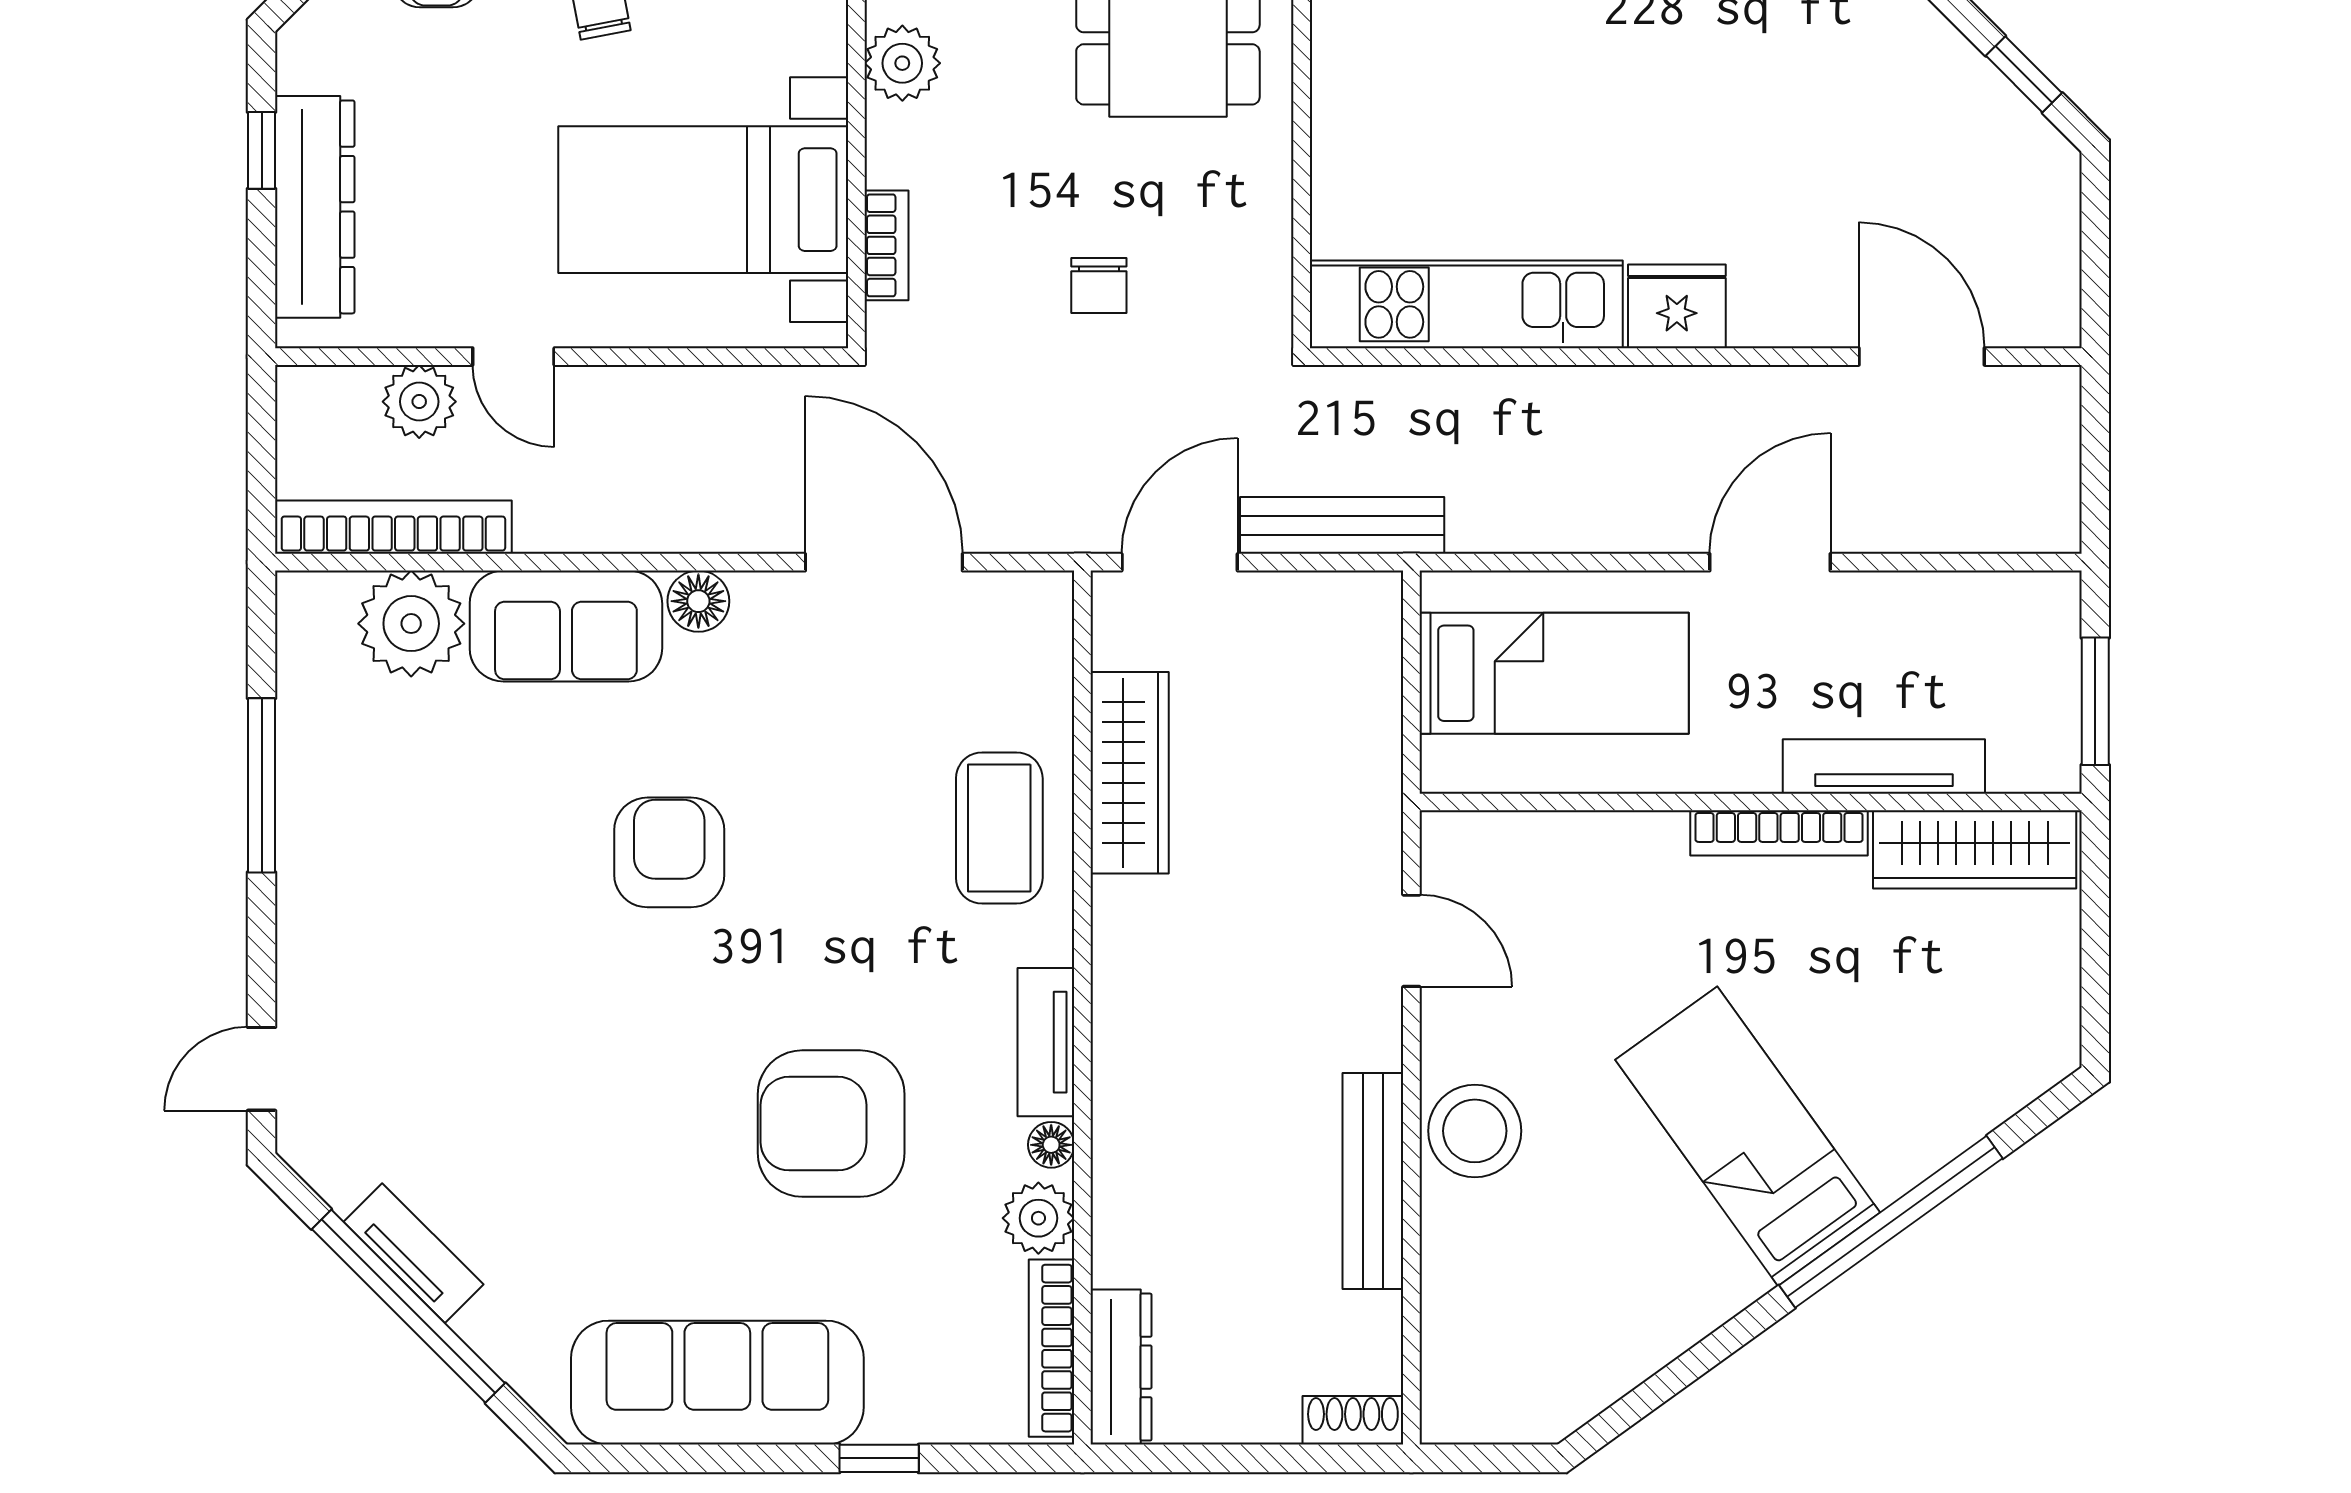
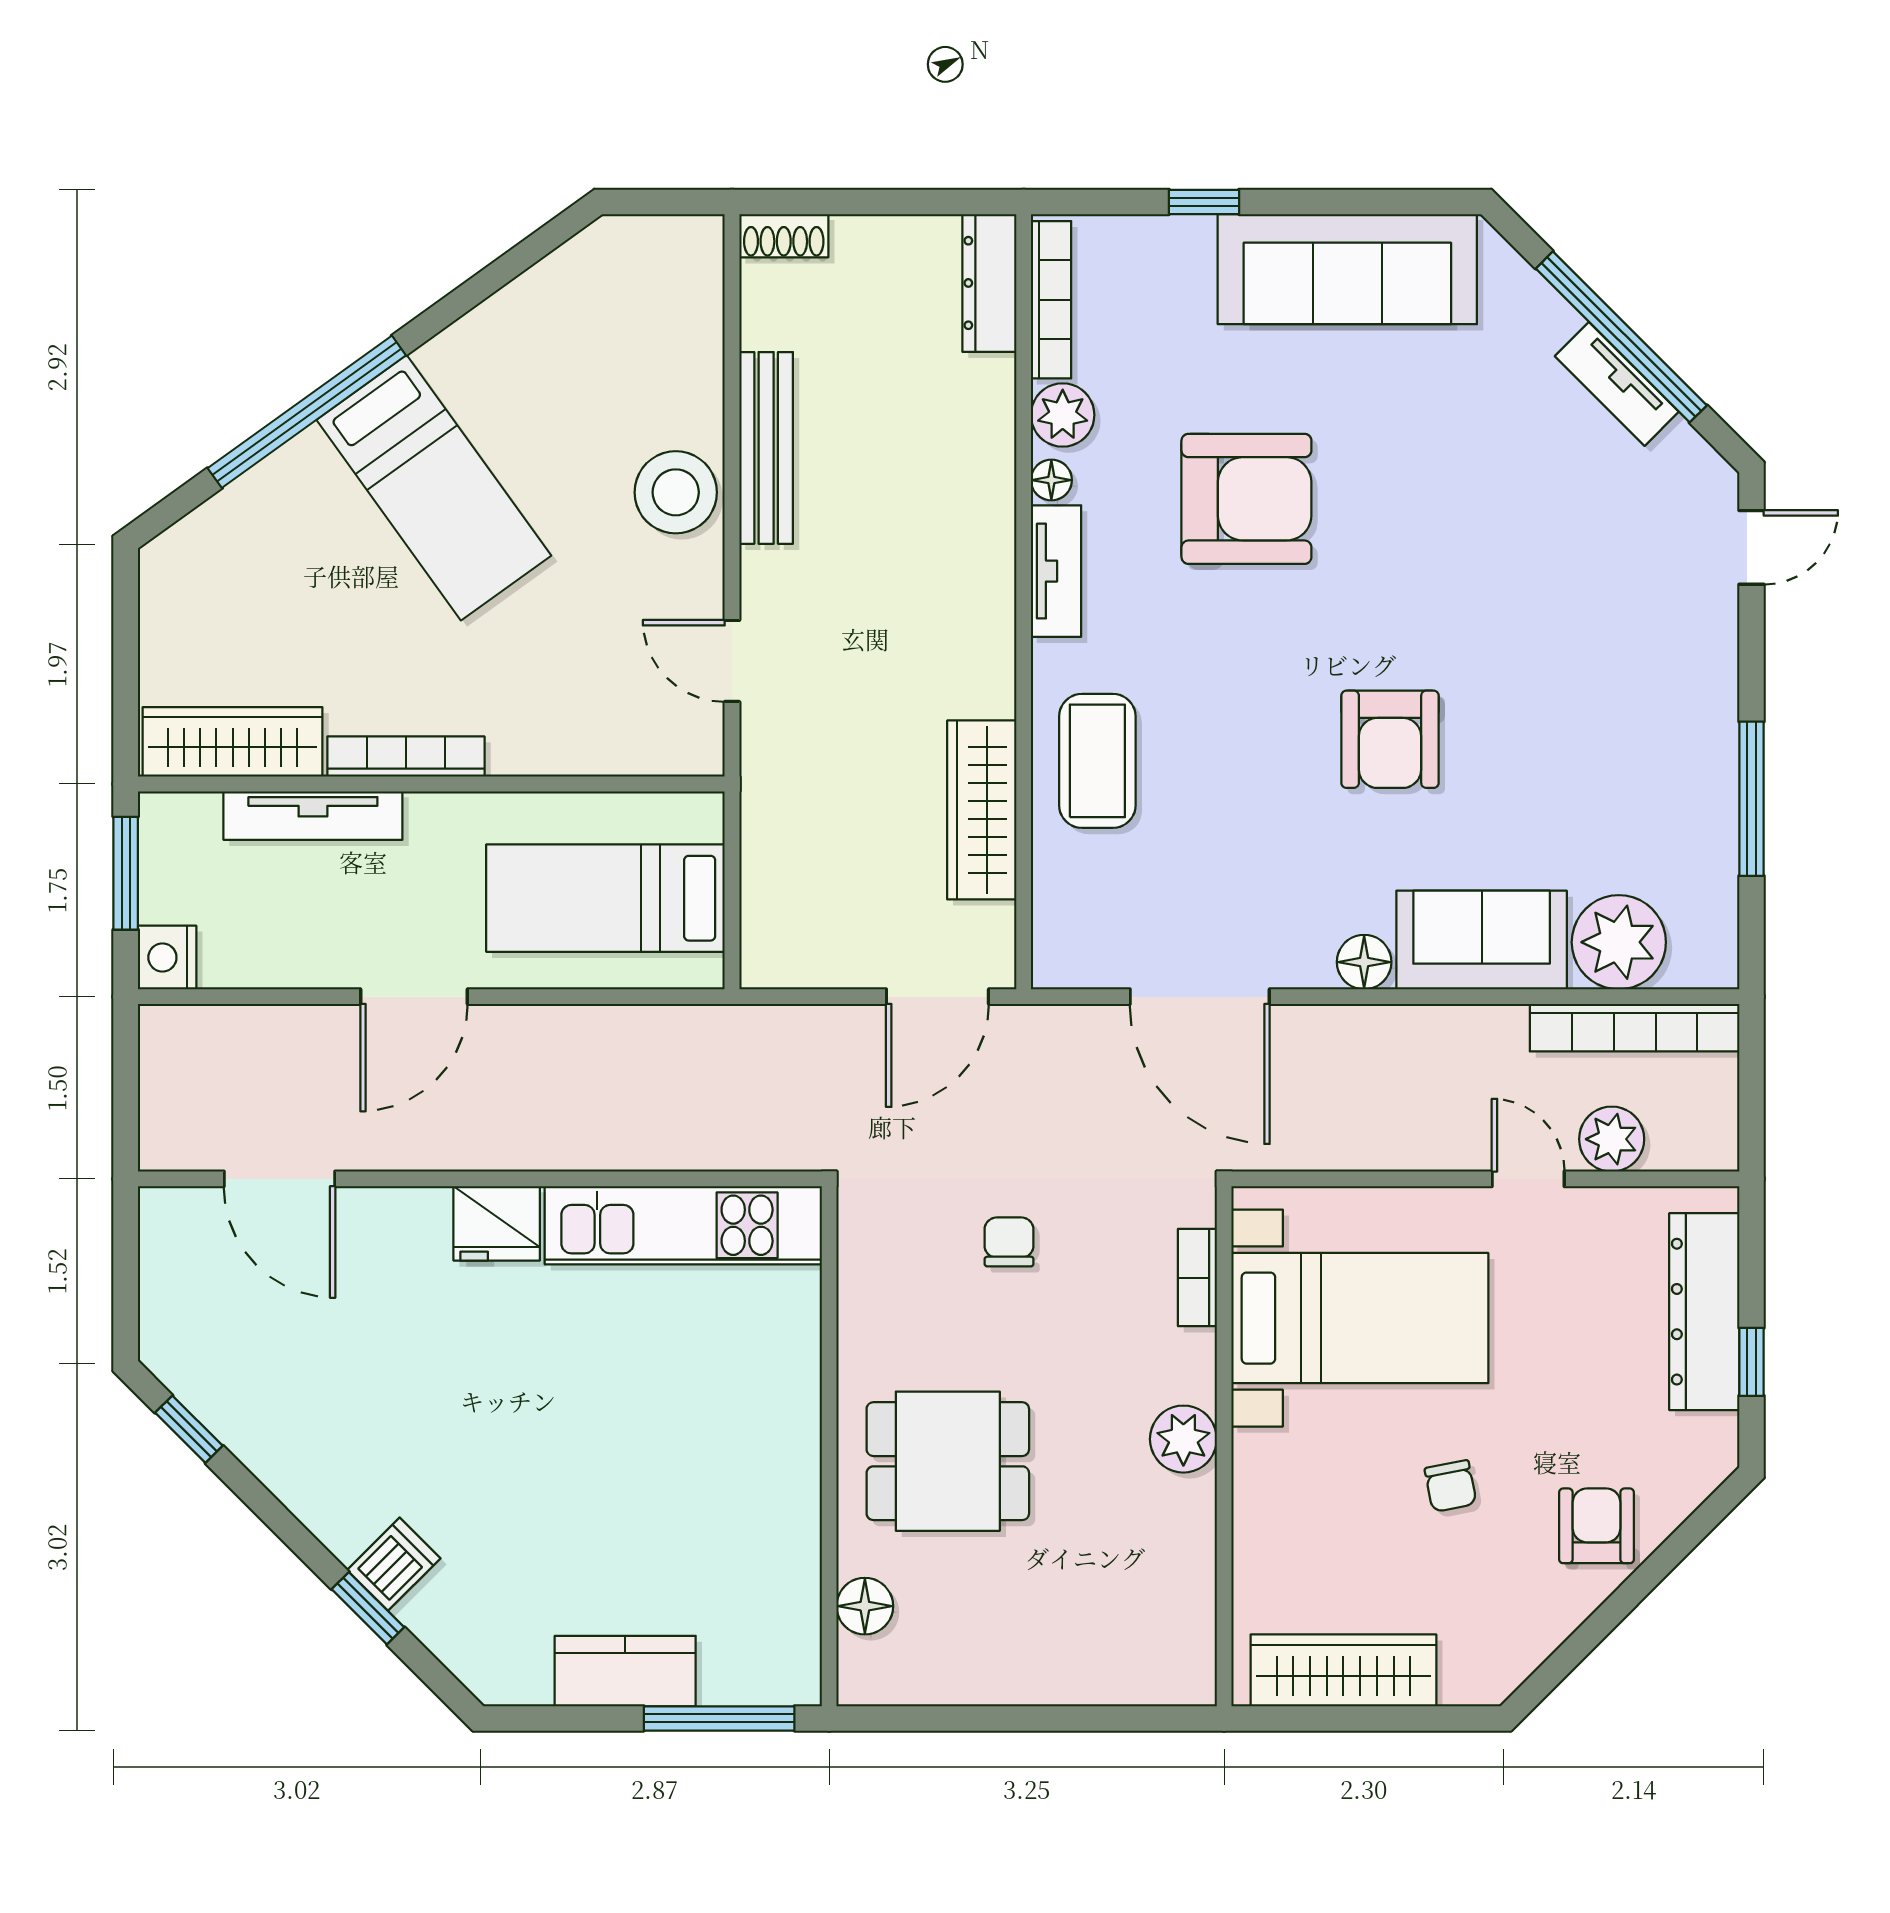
bench: (1342, 525) -> (793, 1029), removed
nightstand: (2048, 606) -> (167, 957), added

